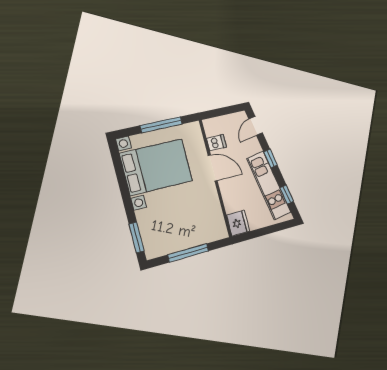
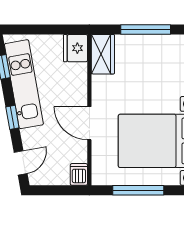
dishwasher: (216, 143) -> (79, 174), moved, turned 90
wardrobe: (216, 224) -> (103, 54), added

